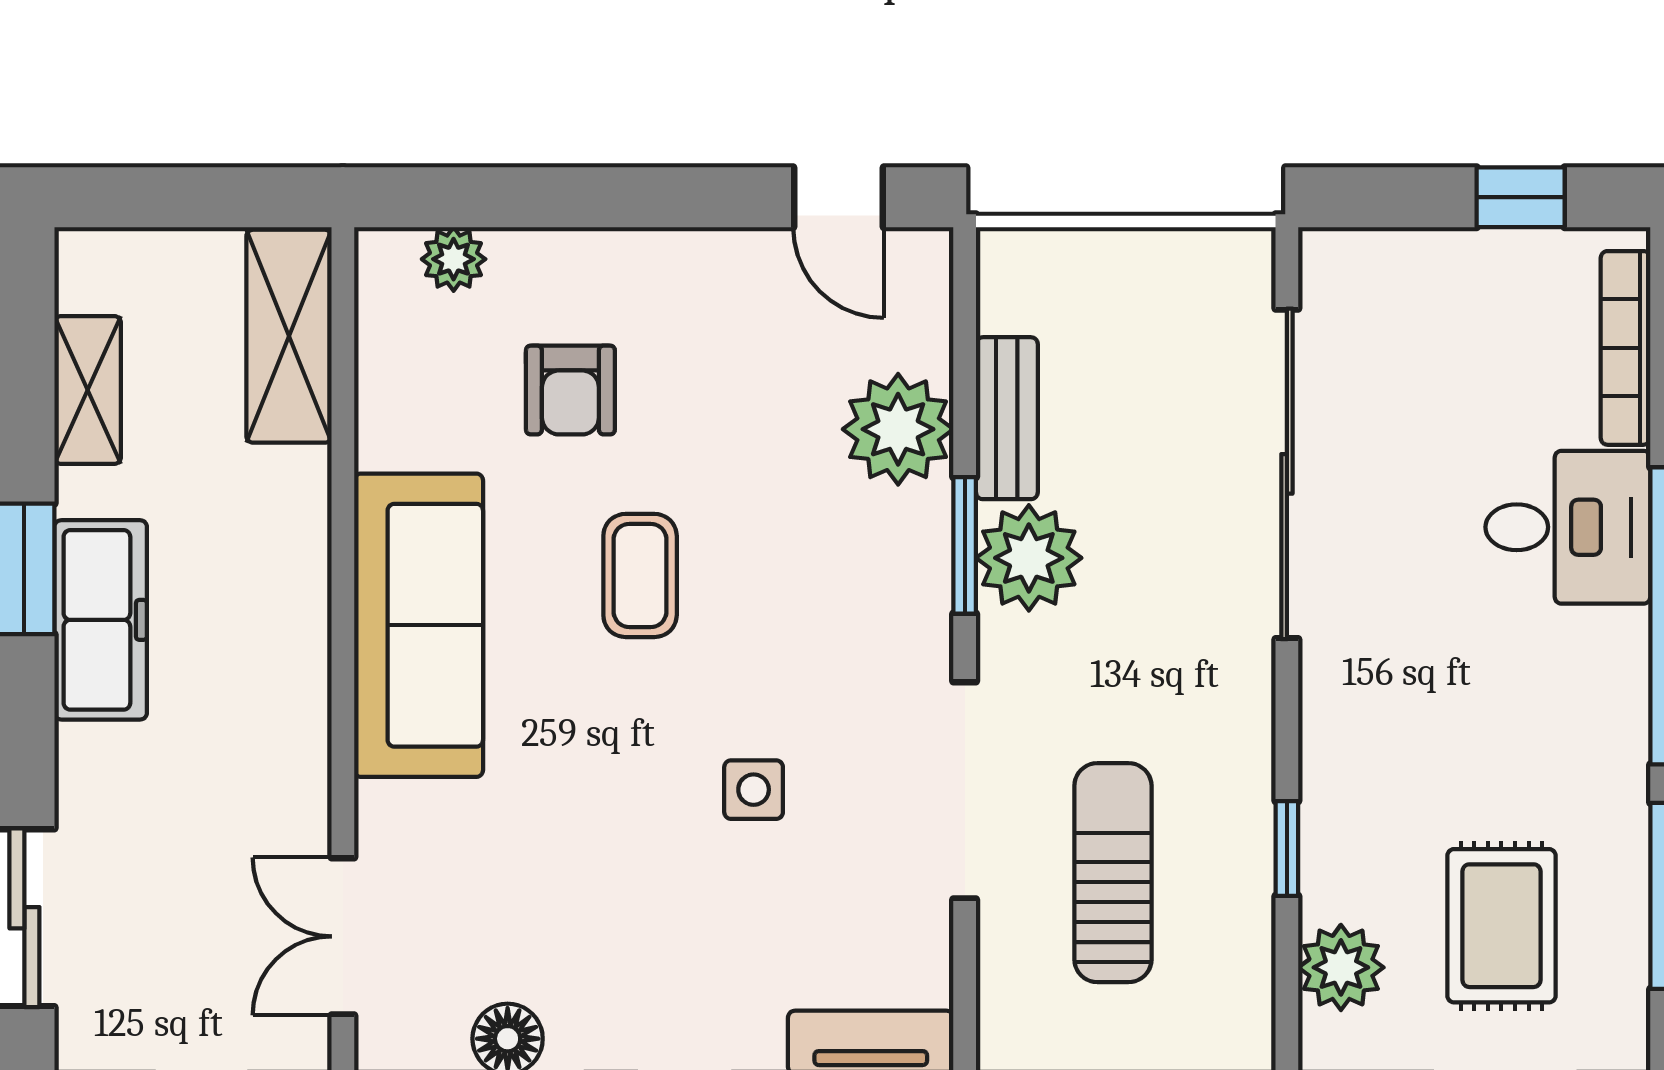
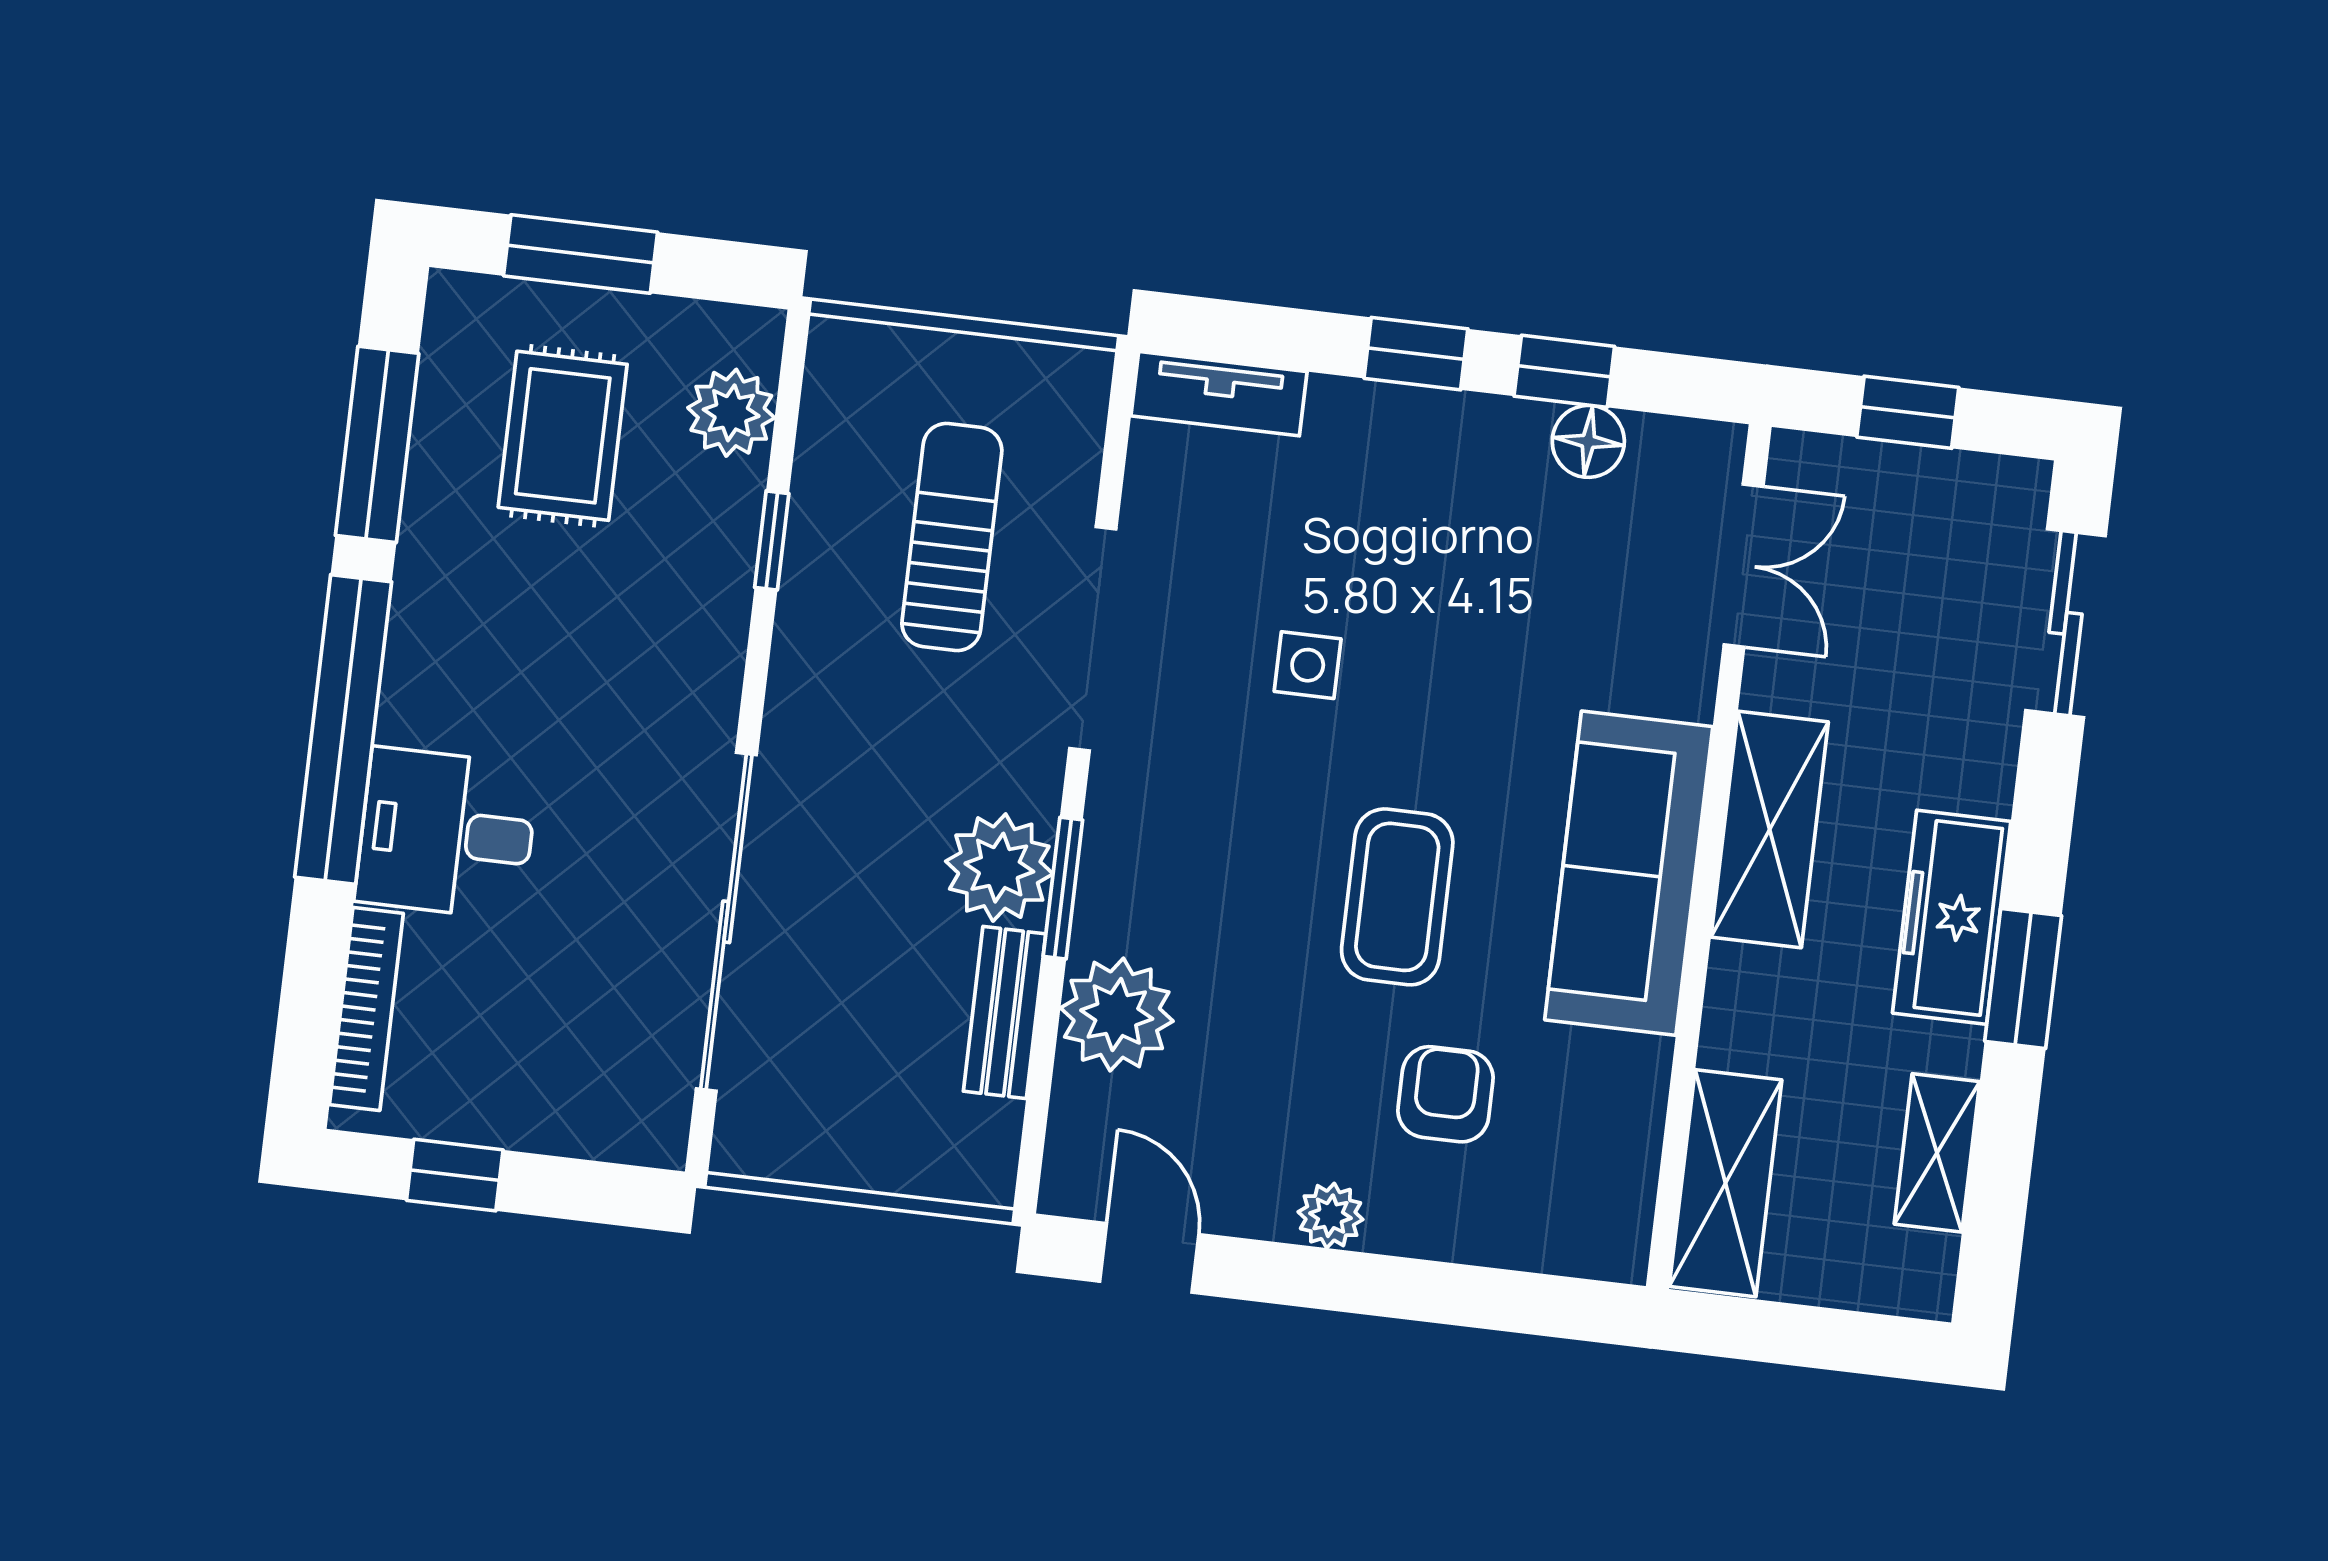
plant: (454, 259) -> (1330, 1216), moved
coffee table: (640, 575) -> (1397, 897), width x1.36, depth x1.30
shelving: (287, 684) -> (1770, 829), added
sun lounger: (1113, 873) -> (952, 537), turned 180

